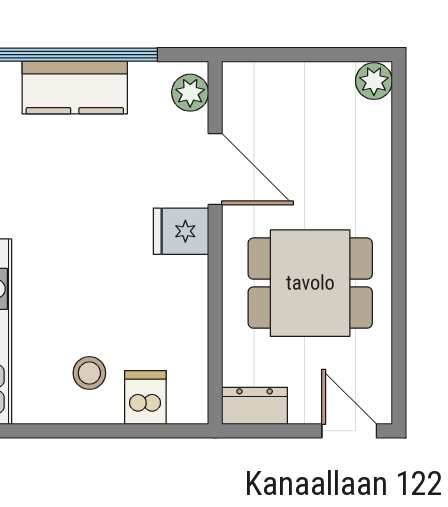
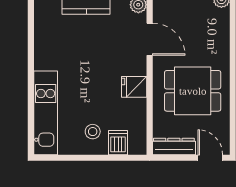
fridge: (181, 231) -> (134, 87), moved
dresser: (255, 406) -> (174, 146), width x1.44

